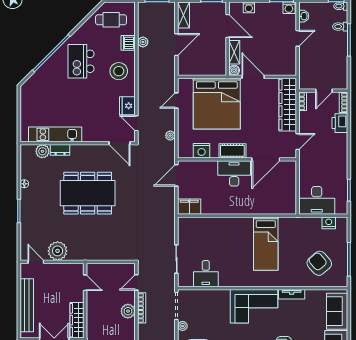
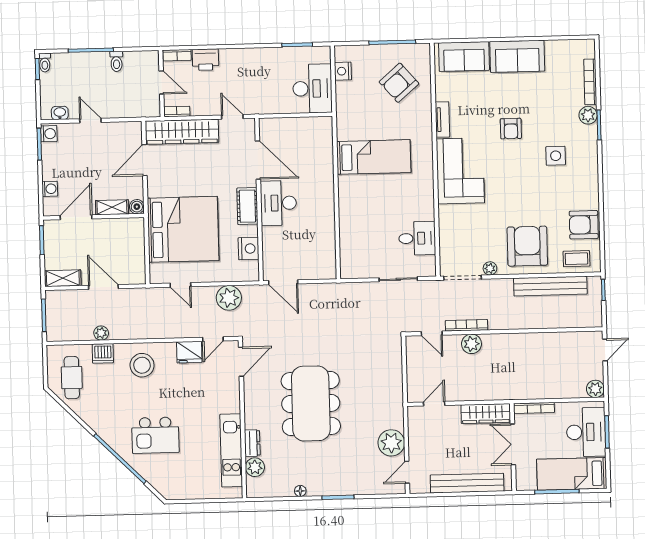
toilet: (340, 27) -> (116, 61), moved
kitchen island: (81, 61) -> (155, 435), moved
door: (253, 77) -> (145, 160), moved
plant: (170, 136) -> (229, 298), width x1.88, depth x1.88
filing cabinet: (189, 207) -> (326, 264), removed

